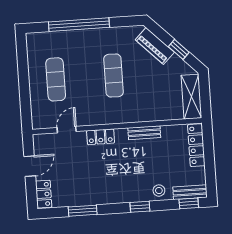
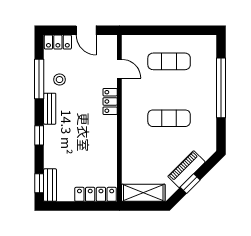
piano: (155, 46) -> (186, 169), moved
bench: (144, 133) -> (50, 109), moved
stool: (159, 191) -> (60, 80), moved
window: (83, 211) -> (39, 79), width x1.44

